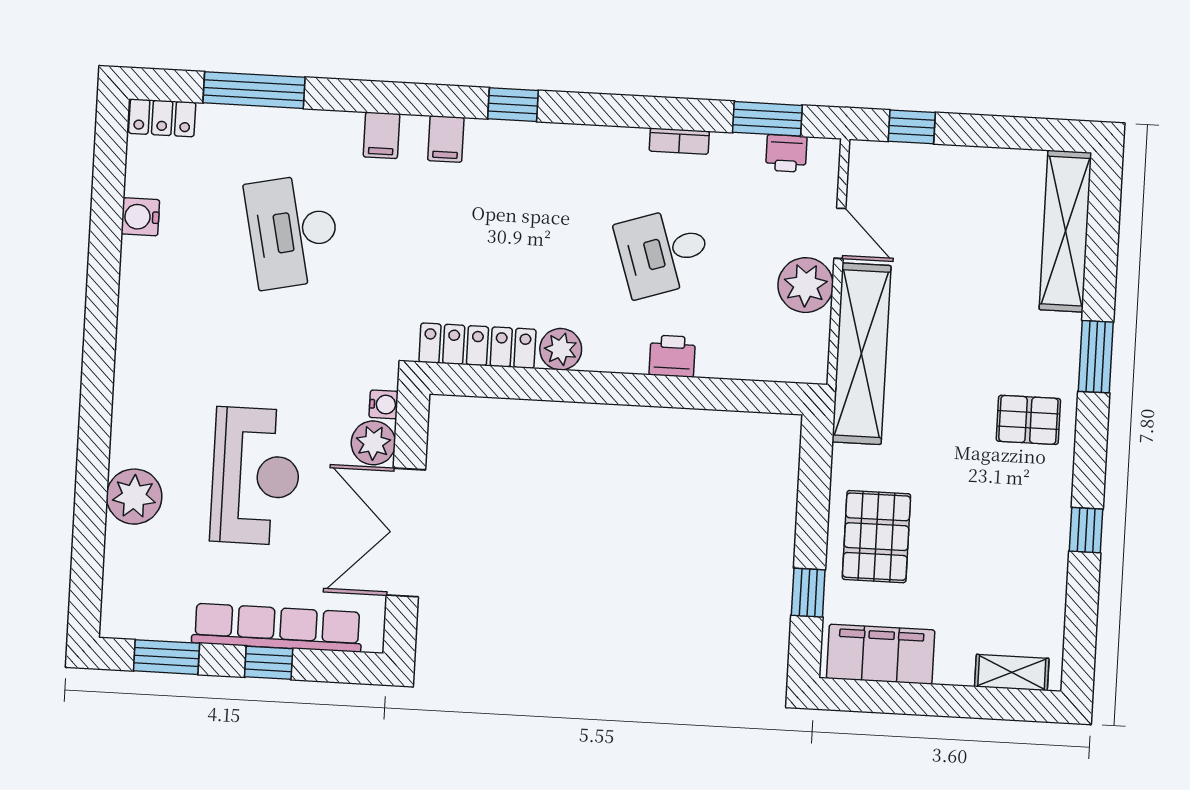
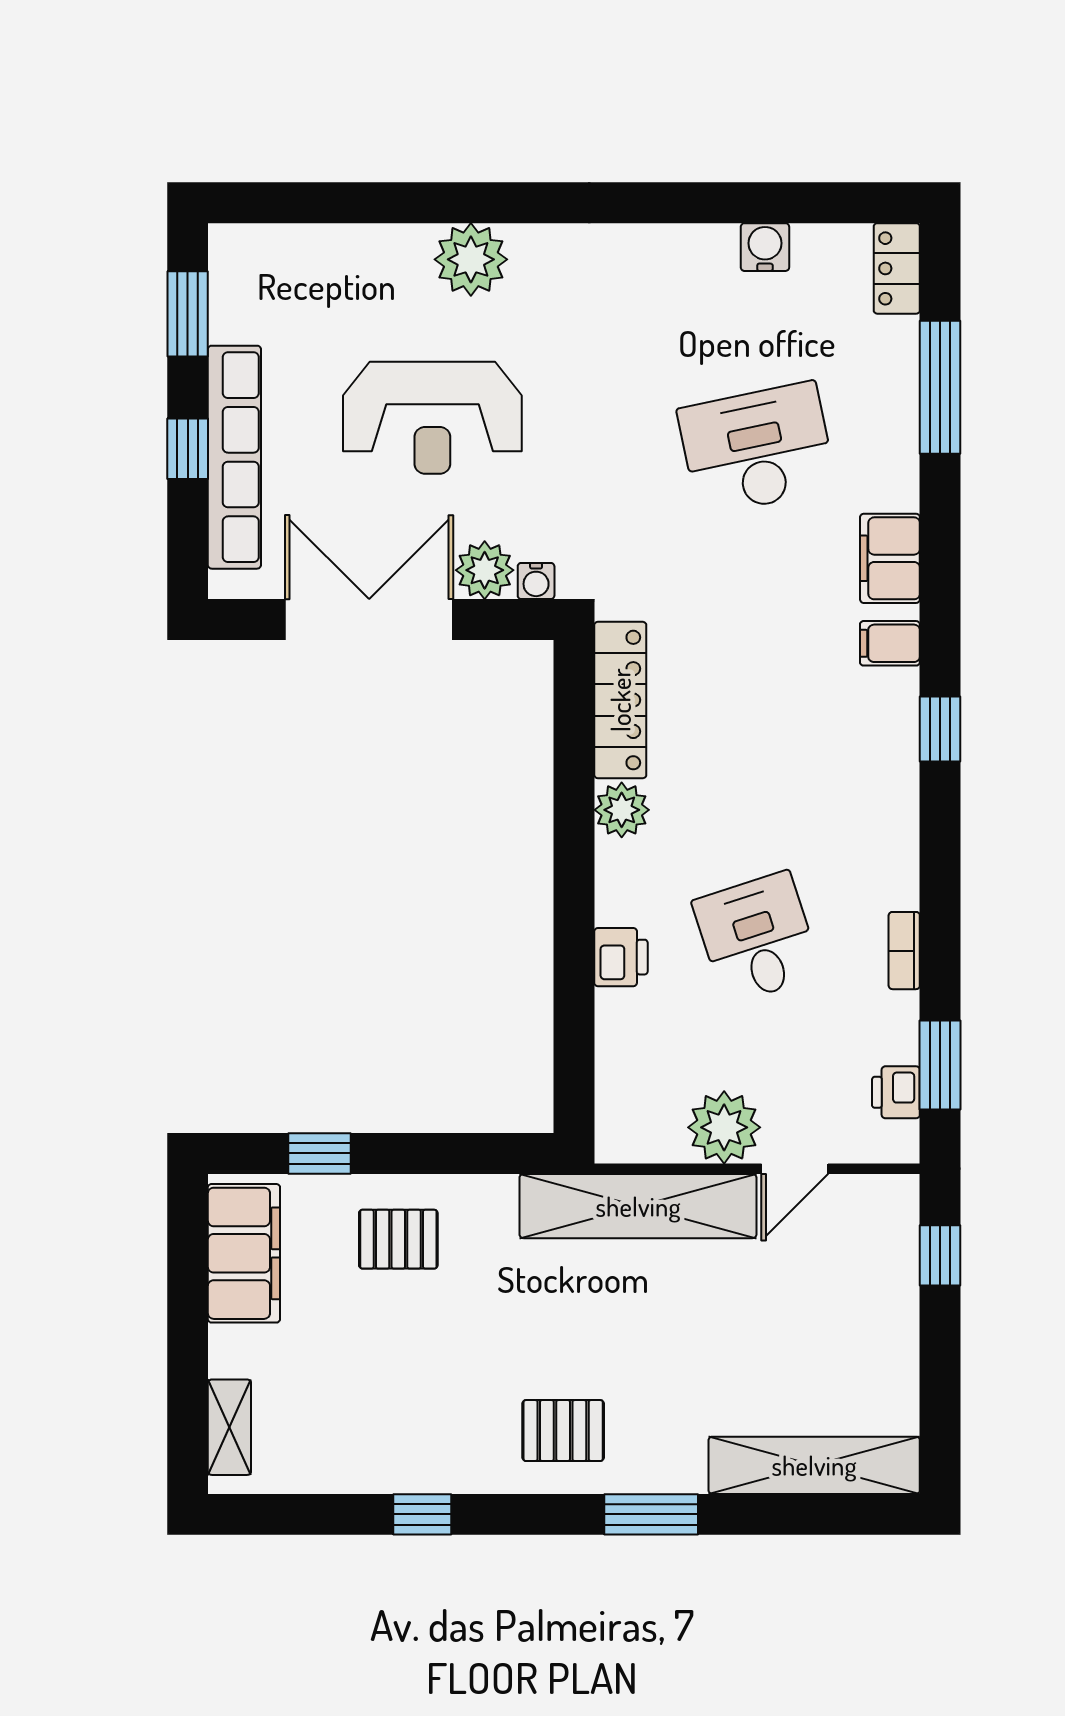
filing cabinet: (381, 135) -> (890, 558), width x2.00
pallet: (1028, 420) -> (563, 1431), turned 90
plant: (134, 497) -> (471, 259), moved
pallet: (876, 537) -> (398, 1239), width x0.67, depth x0.71

